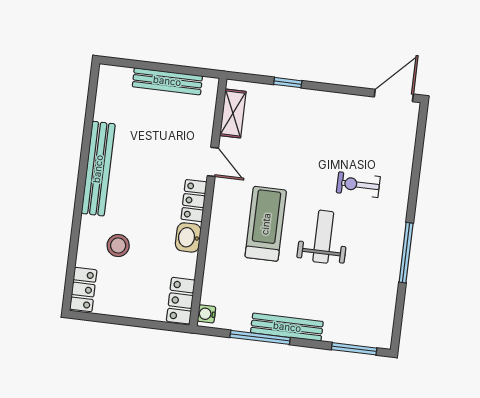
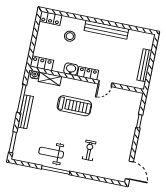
shelving: (233, 113) -> (50, 79), moved
weight bench: (323, 237) -> (51, 153), moved, turned 180

